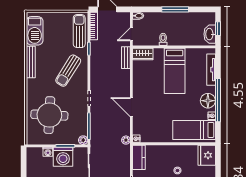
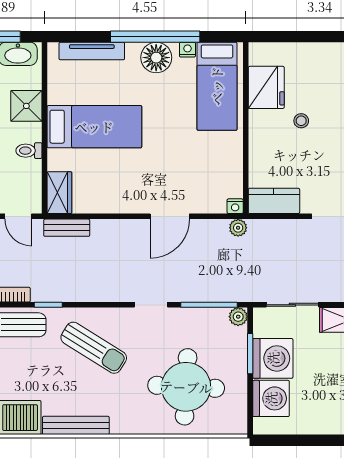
shower: (185, 38) -> (26, 106), added
washing machine: (48, 152) -> (271, 398), width x1.89, depth x1.89
fridge: (207, 155) -> (266, 87), moved, turned -90

